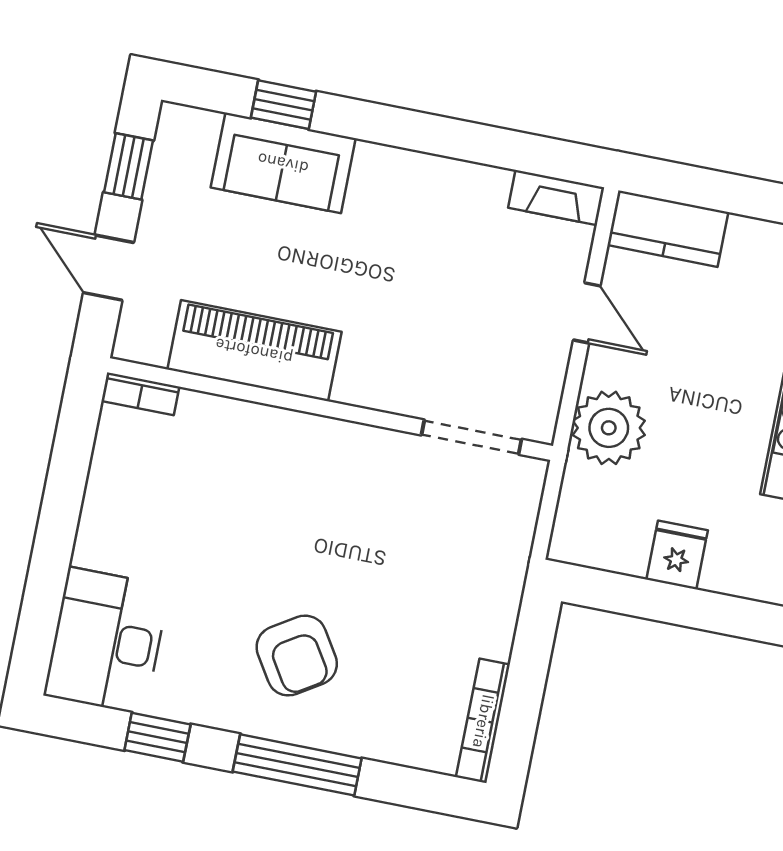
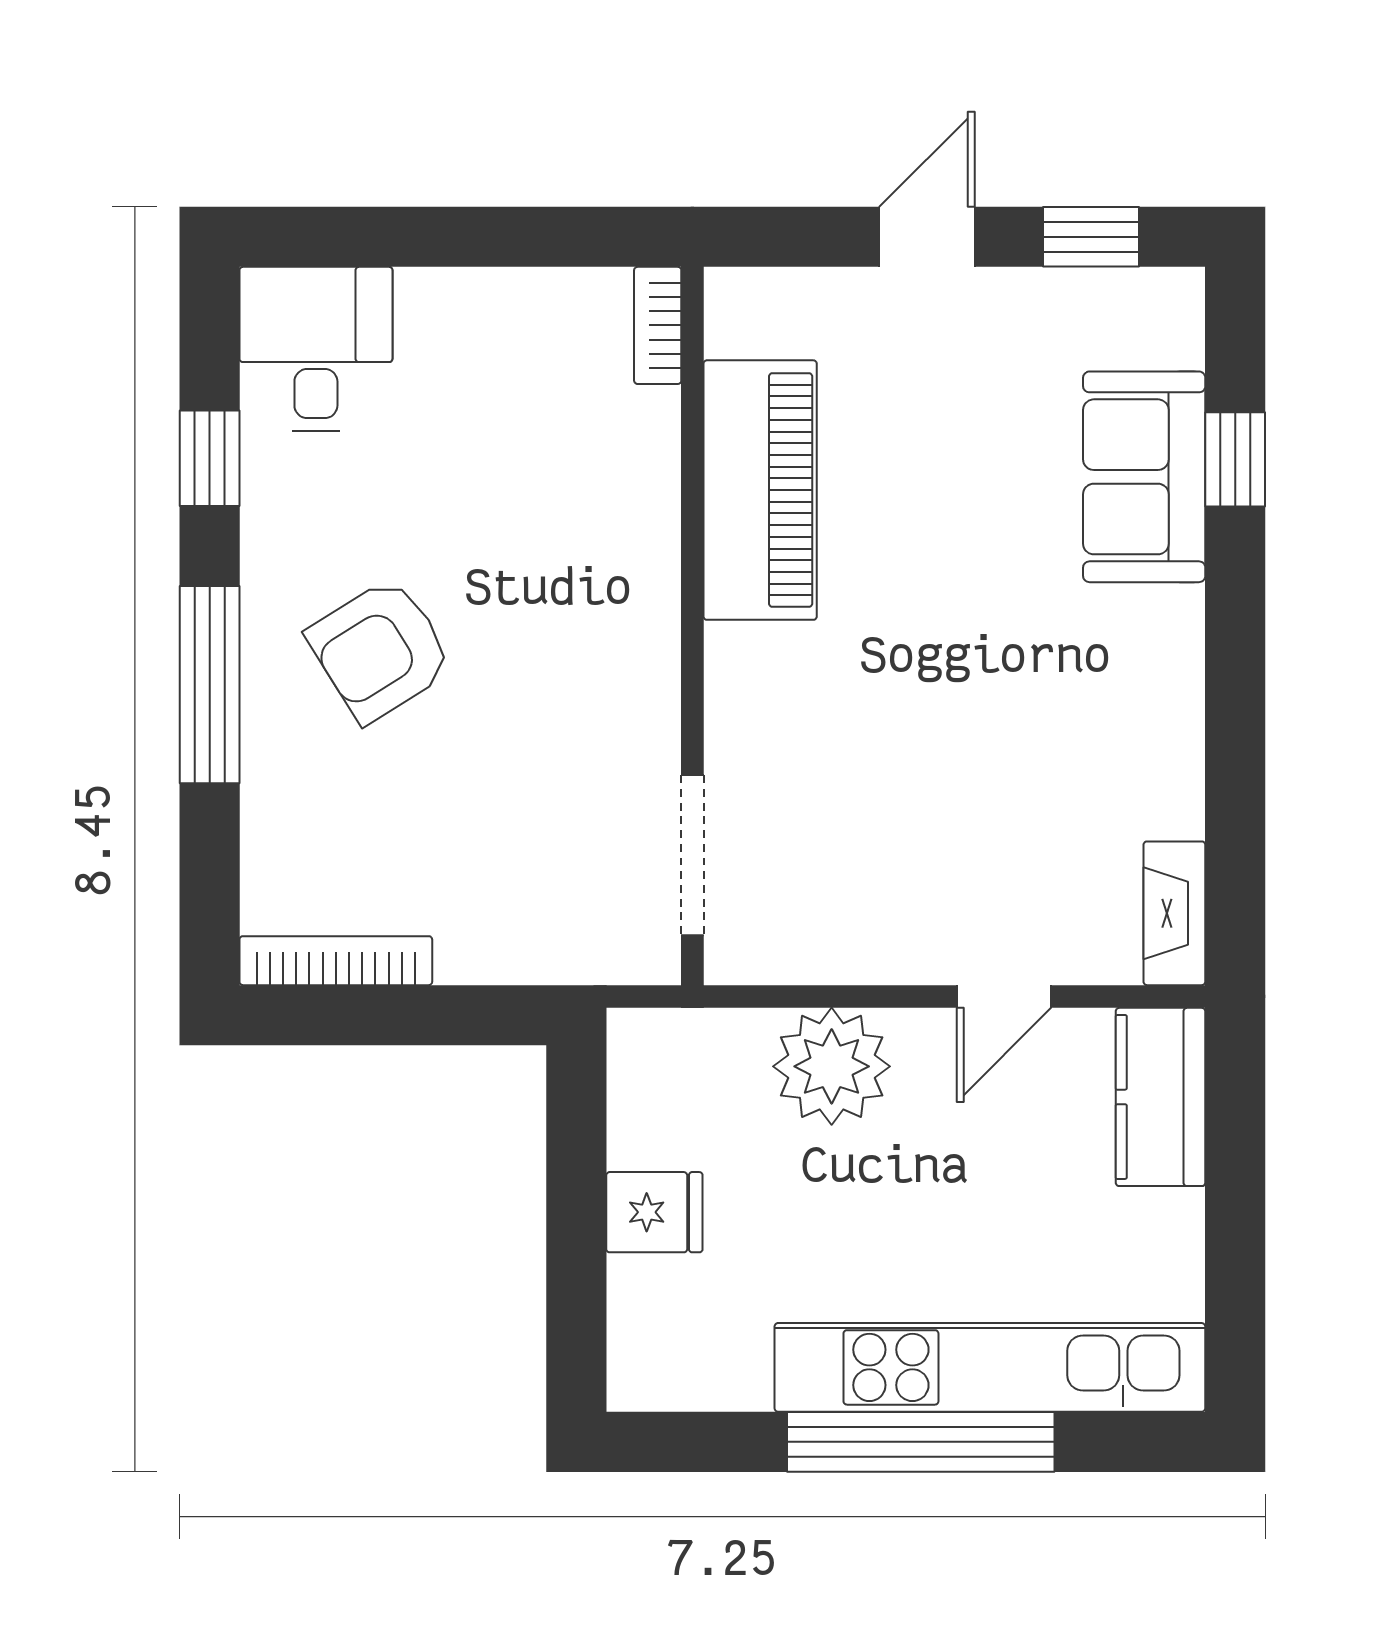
piano: (254, 351) -> (760, 490), moved
bookcase: (140, 394) -> (658, 325), moved
wall: (330, 409) -> (692, 626), moved
doorway: (471, 437) -> (692, 855), moved
desk: (107, 641) -> (316, 349), width x0.73

